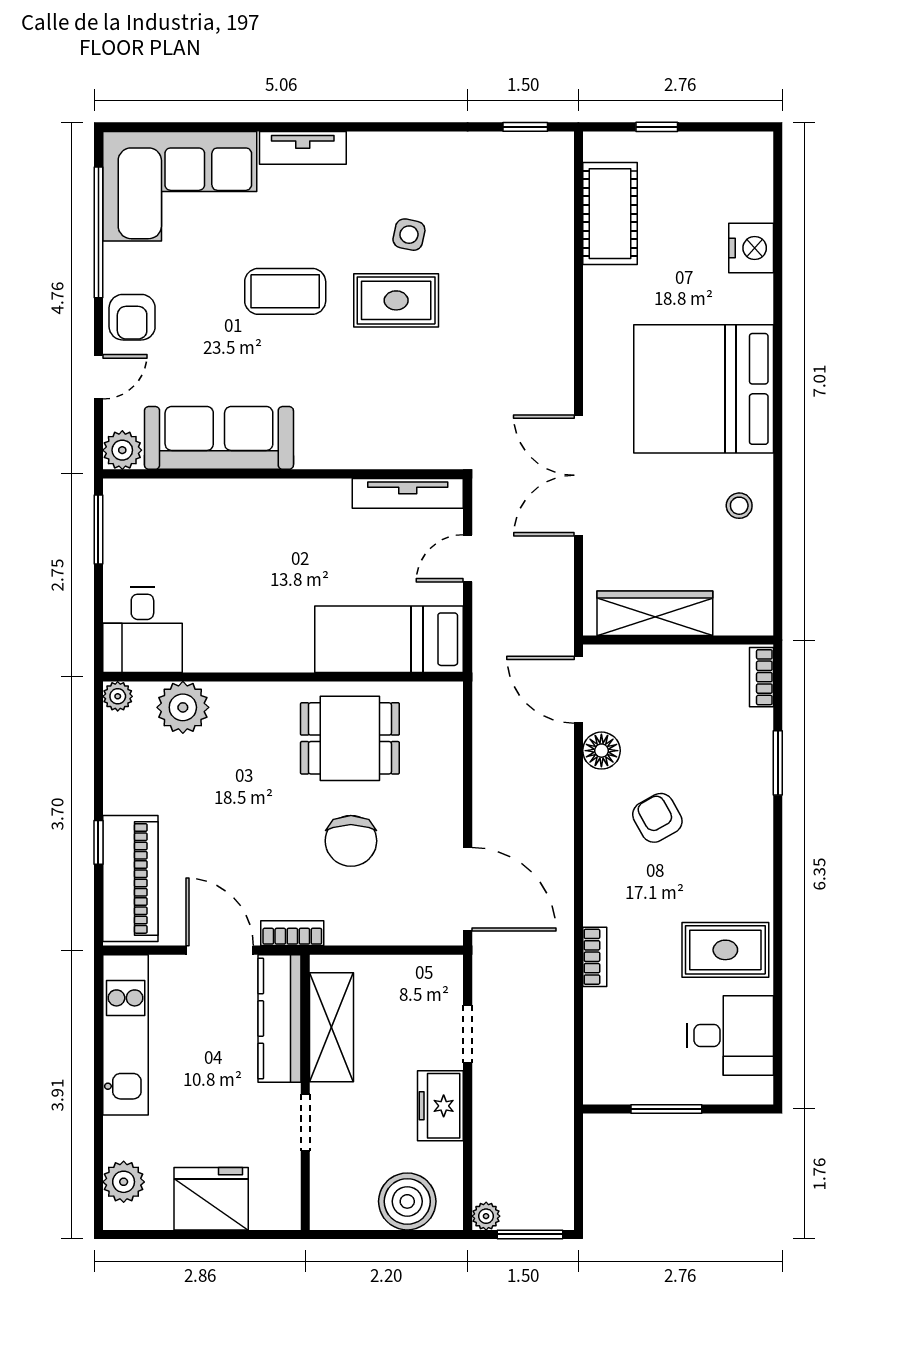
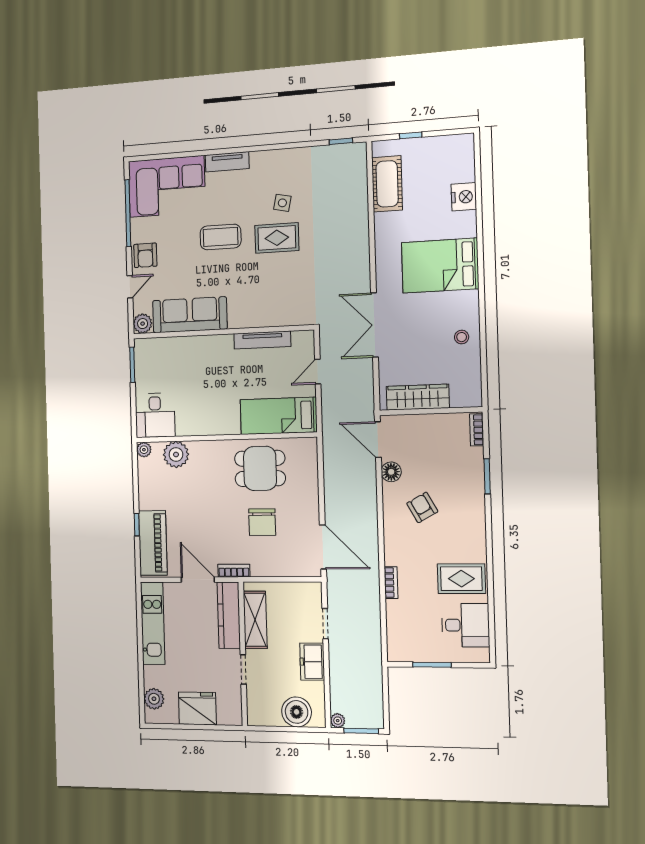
bed: (704, 389) -> (440, 266), width x0.73
tv unit: (408, 493) -> (262, 340), moved

